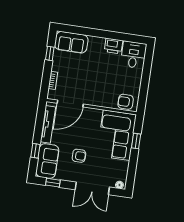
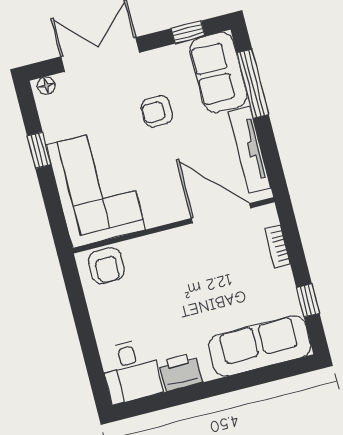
sofa: (71, 42) -> (260, 346), width x1.36
armchair: (126, 102) -> (106, 266), turned 90
door: (70, 104) -> (221, 213), hinge flipped
window: (136, 141) -> (39, 150), moved
window: (35, 151) -> (253, 84), width x2.17

